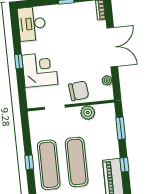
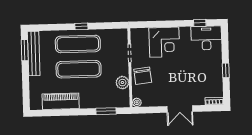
double door: (112, 47) -> (180, 109), width x0.73
window: (19, 61) -> (200, 23), moved
plant: (107, 80) -> (137, 102), moved
window: (124, 165) -> (73, 112), removed

